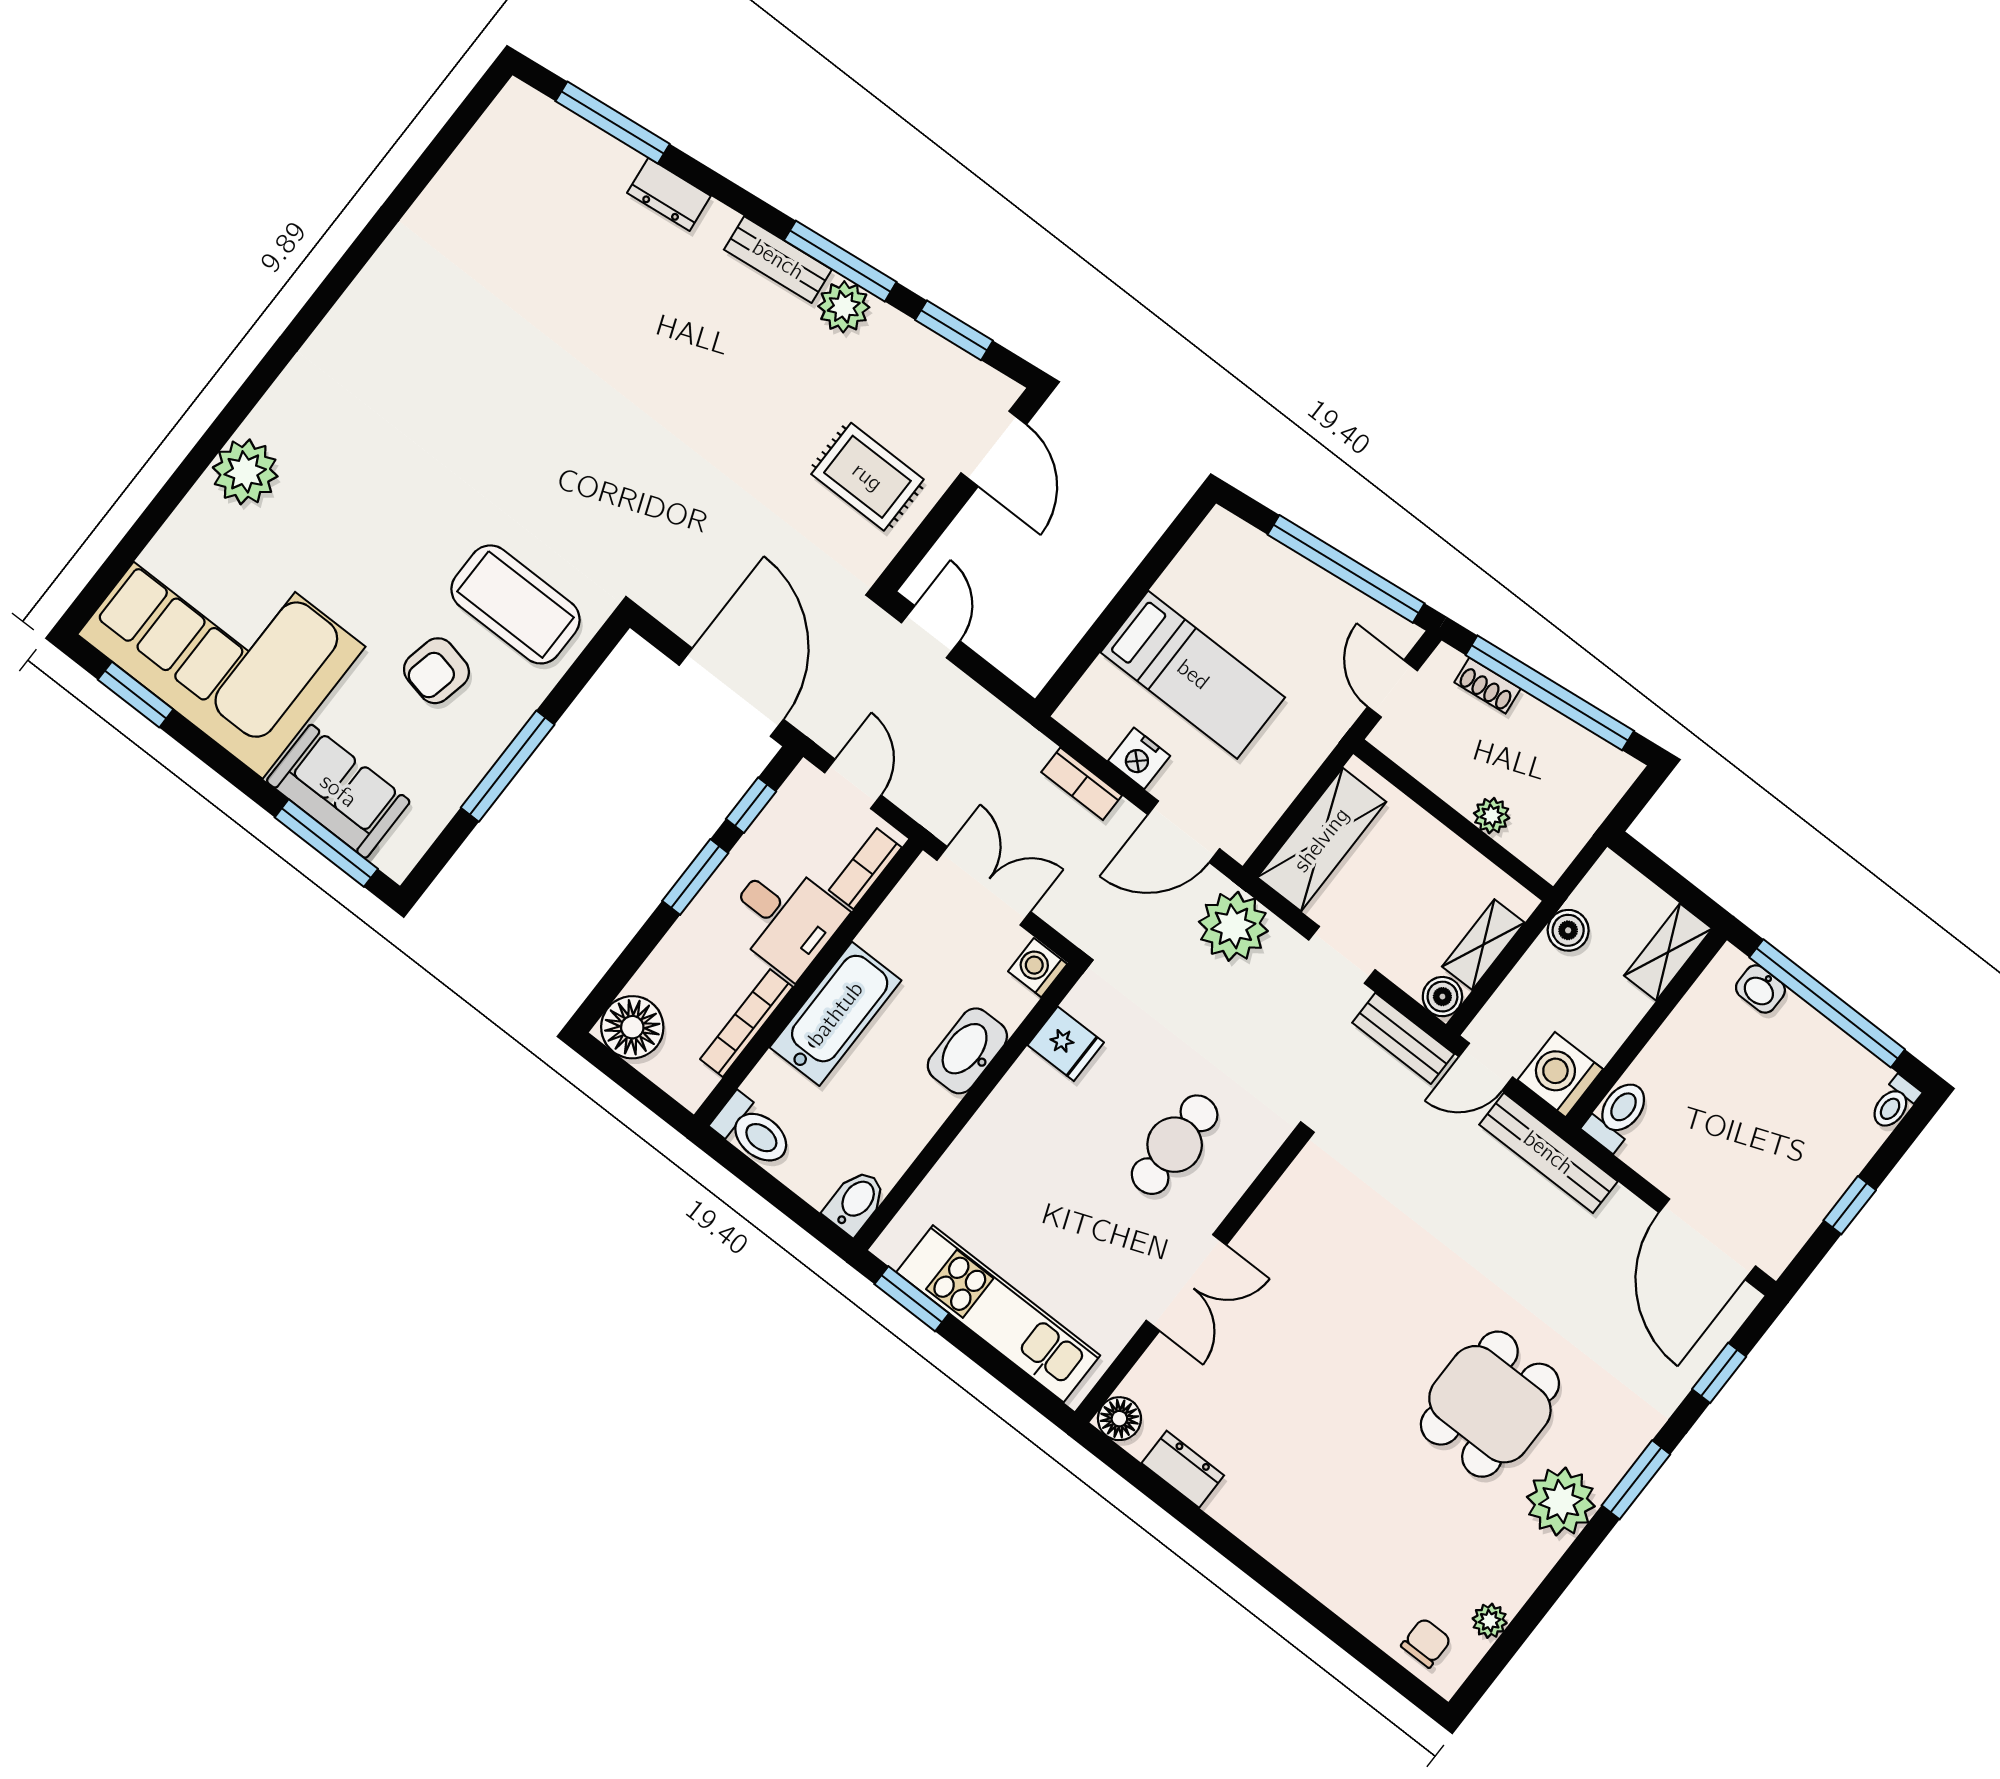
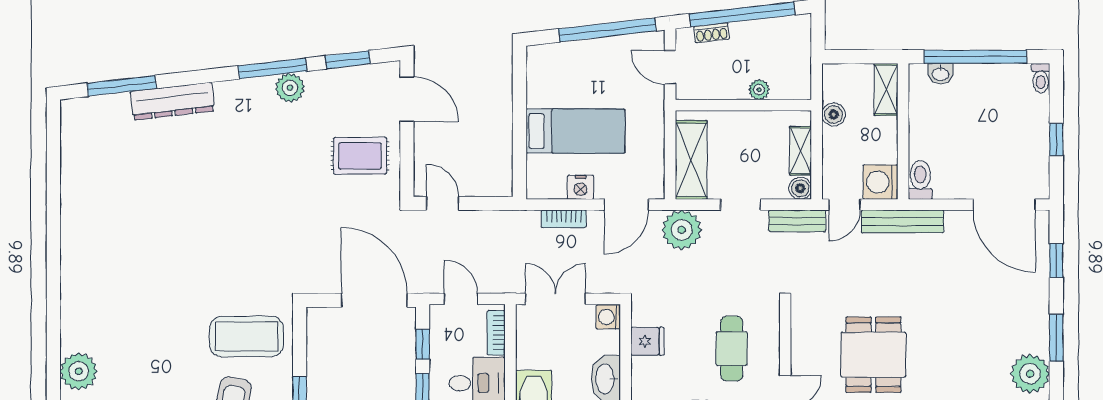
dresser: (669, 194) -> (172, 101), width x1.96, depth x1.24
bench: (778, 260) -> (244, 90), removed
dining table: (1490, 1404) -> (873, 355), moved

